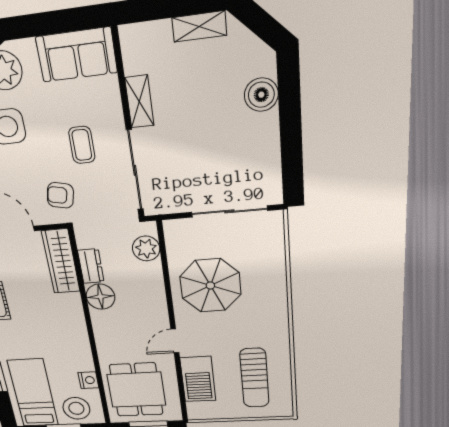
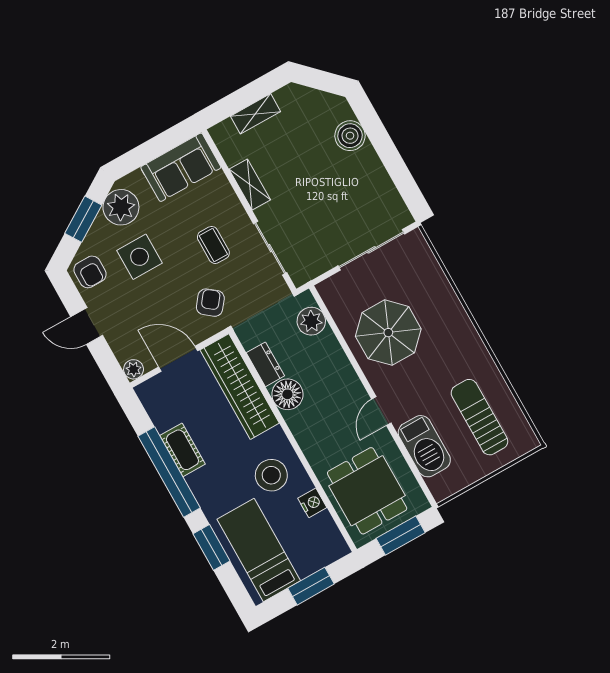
shelving: (199, 26) -> (255, 114), moved
sliding door: (135, 170) -> (270, 248), width x0.73
armchair: (60, 195) -> (210, 303), turned 116
wardrobe: (61, 261) -> (240, 387), width x1.40, depth x1.17
sun lounger: (254, 378) -> (479, 417), turned 180
stool: (76, 408) -> (271, 475), moved

